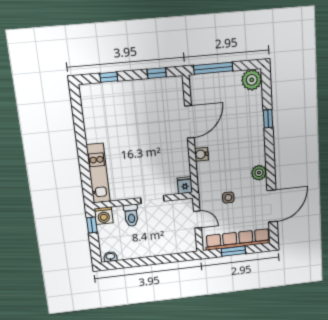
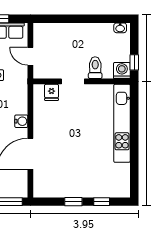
window: (157, 73) -> (73, 202), moved
kitchen unit: (98, 173) -> (122, 123), width x1.36
fridge: (185, 185) -> (52, 92), moved

